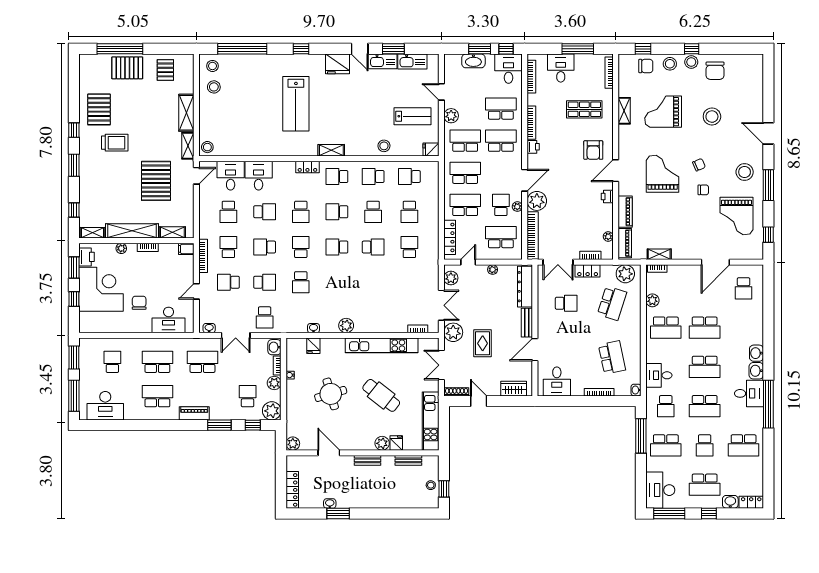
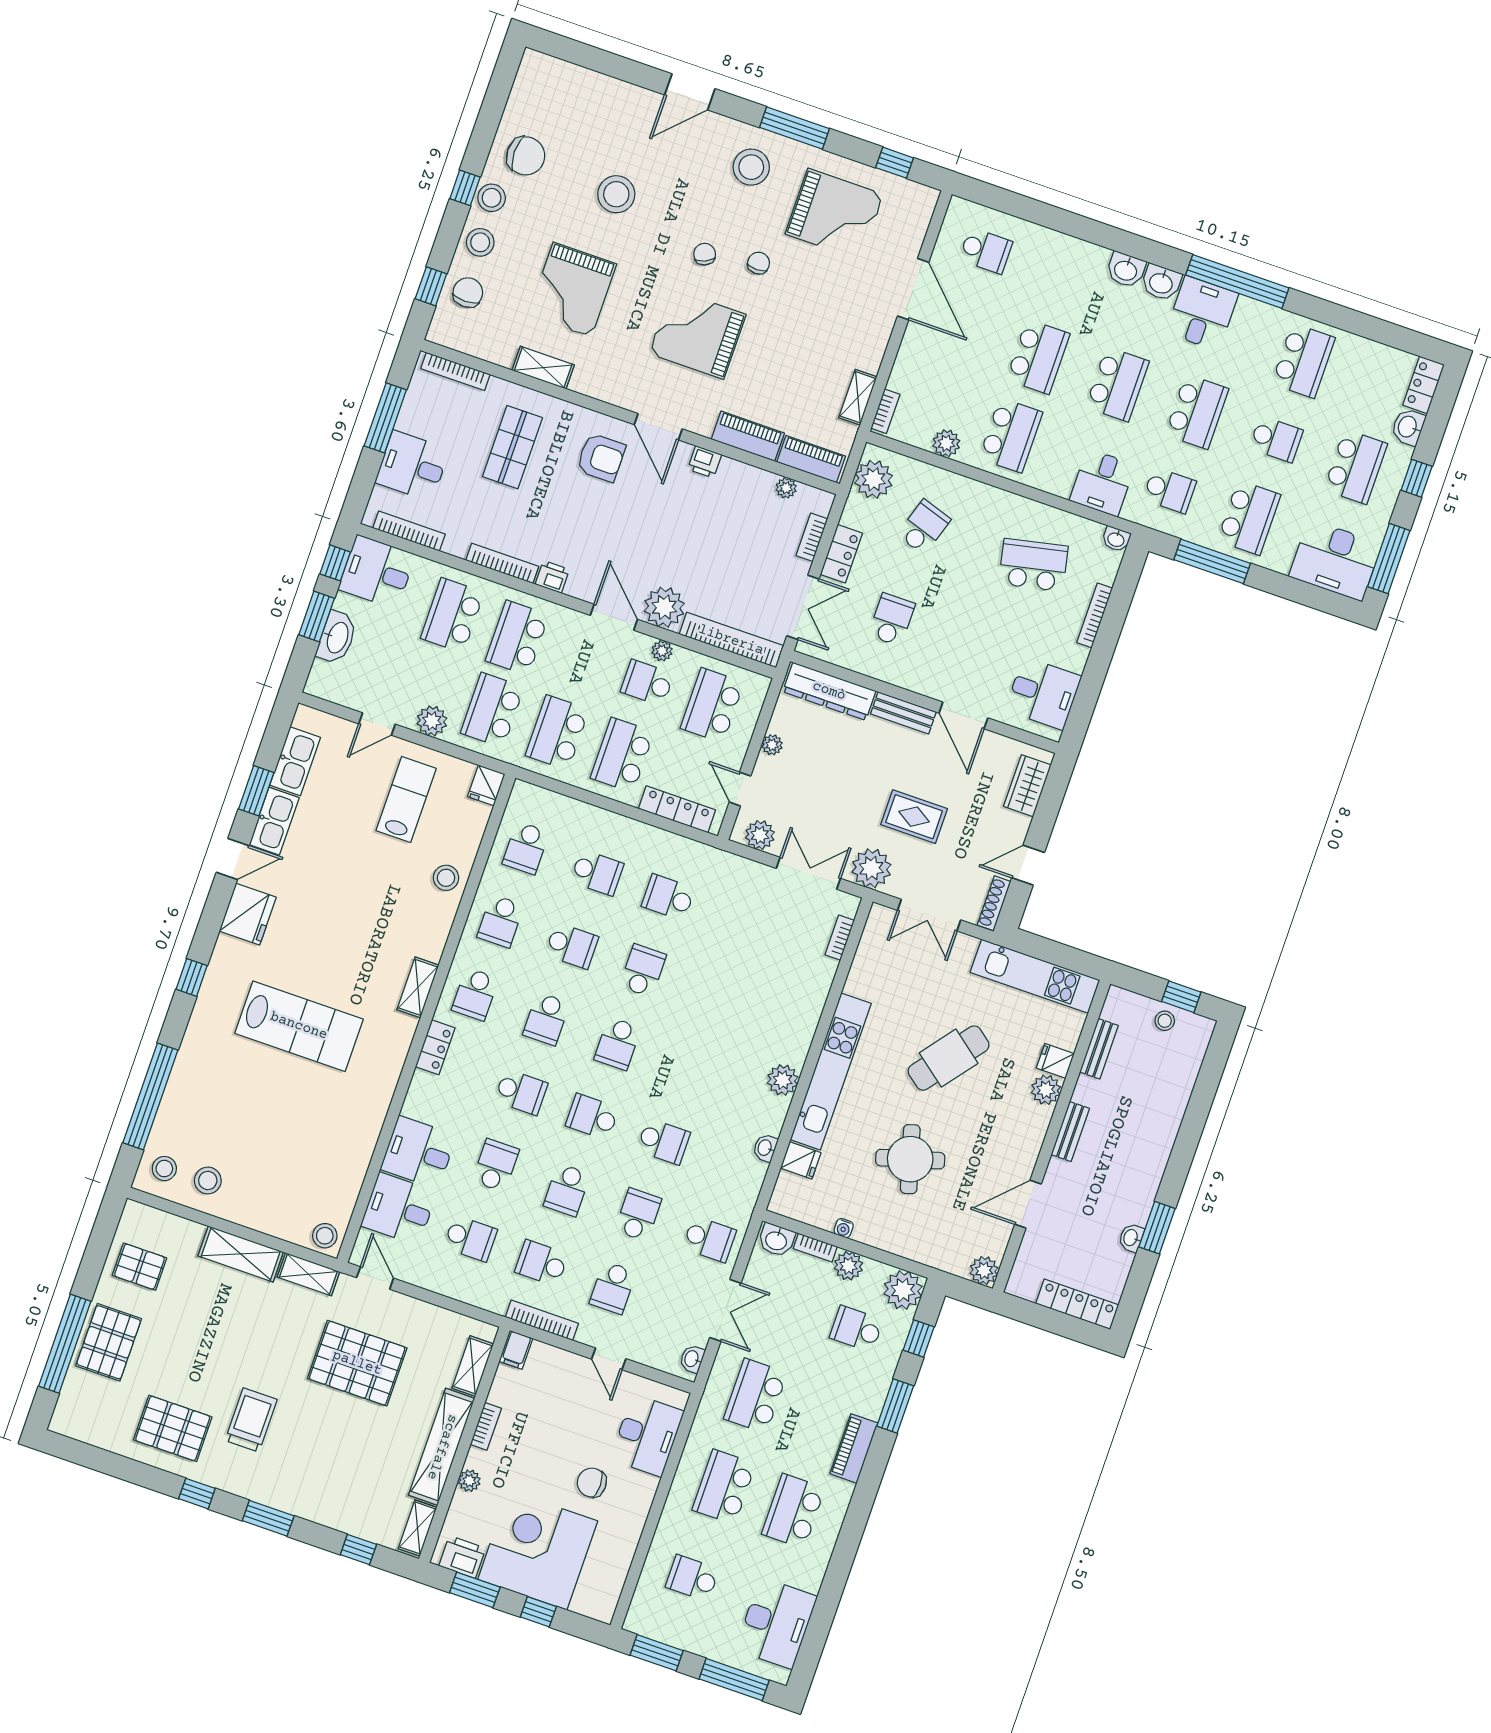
school desk: (612, 303) -> (924, 527), width x0.54
kitchen unit: (382, 345) -> (831, 1072), moved

